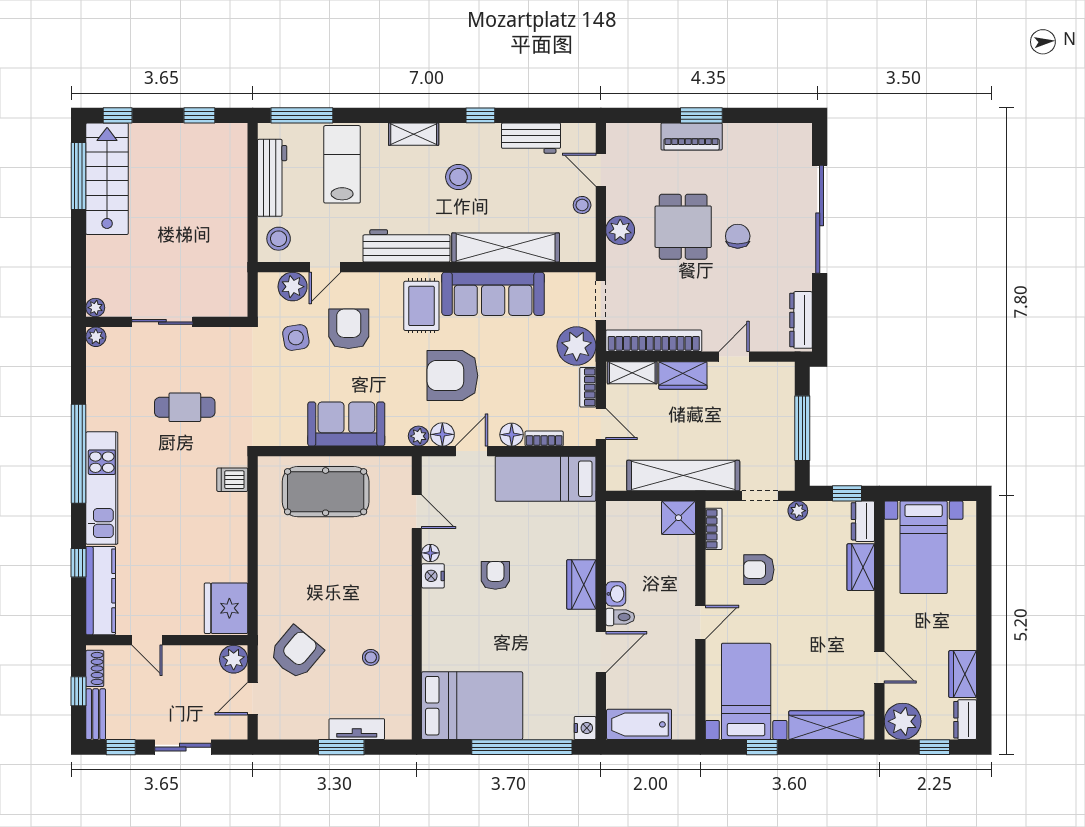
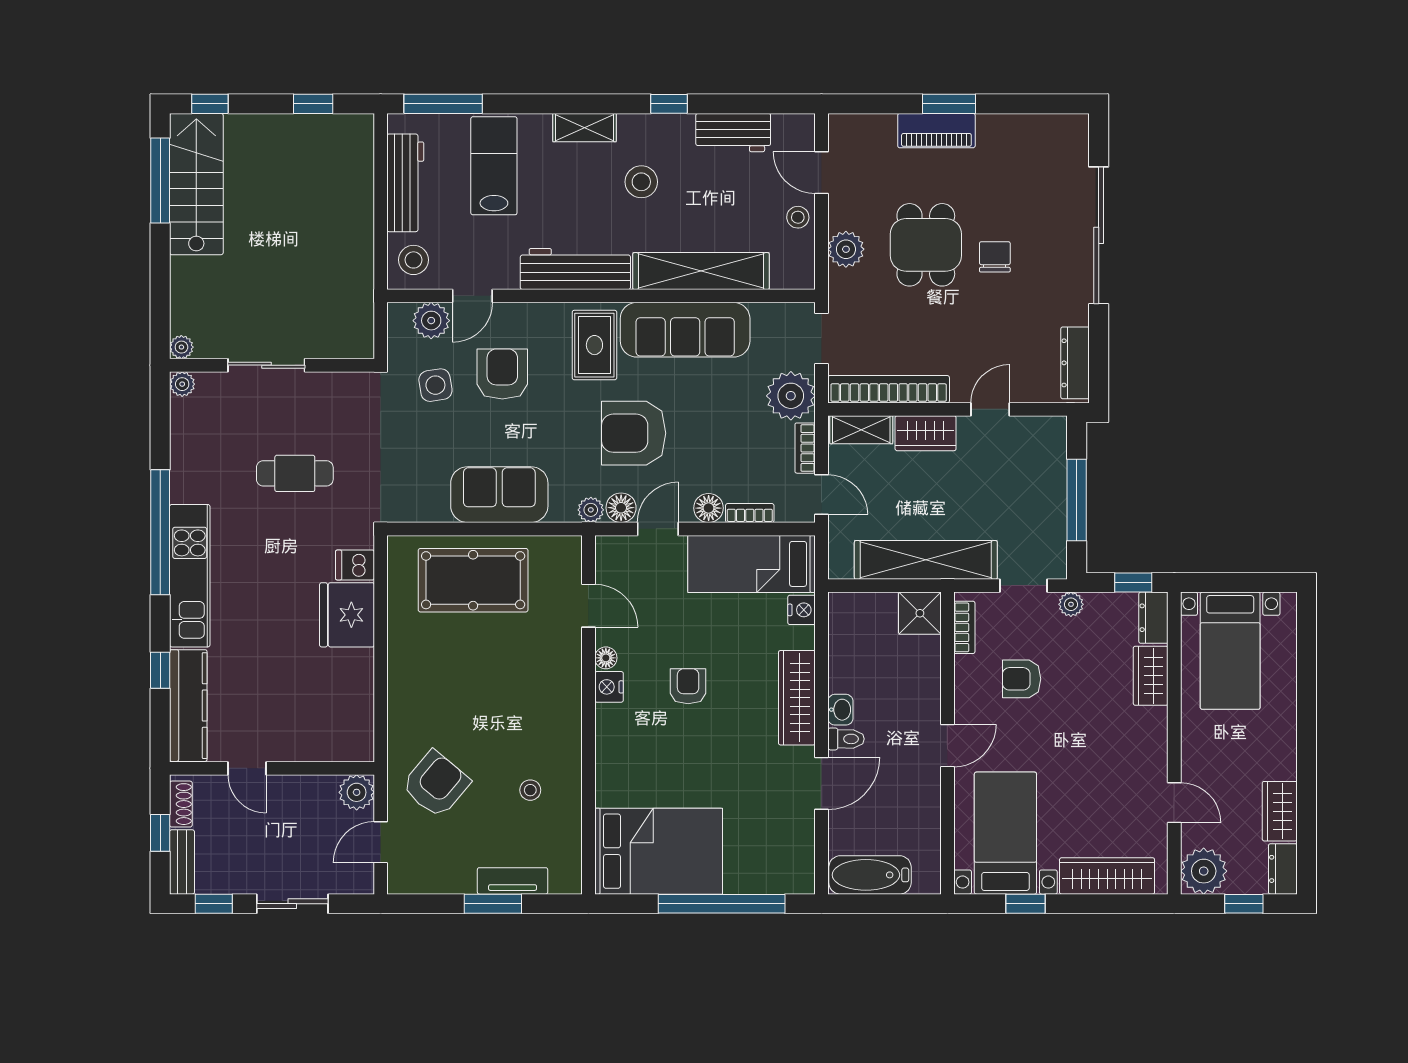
wardrobe: (581, 584) -> (797, 698), width x1.50
fridge: (226, 608) -> (347, 615), moved
nightstand: (585, 728) -> (802, 610), moved

